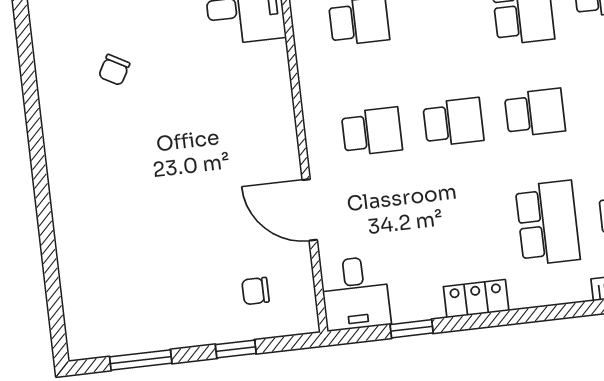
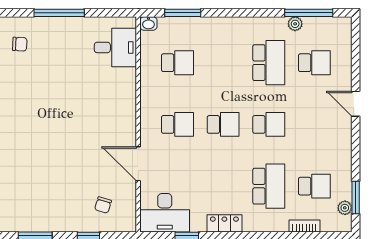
chair: (114, 70) -> (20, 44), moved, turned -116
chair: (255, 291) -> (103, 205), turned -73
desk: (355, 293) -> (165, 213), width x1.37

